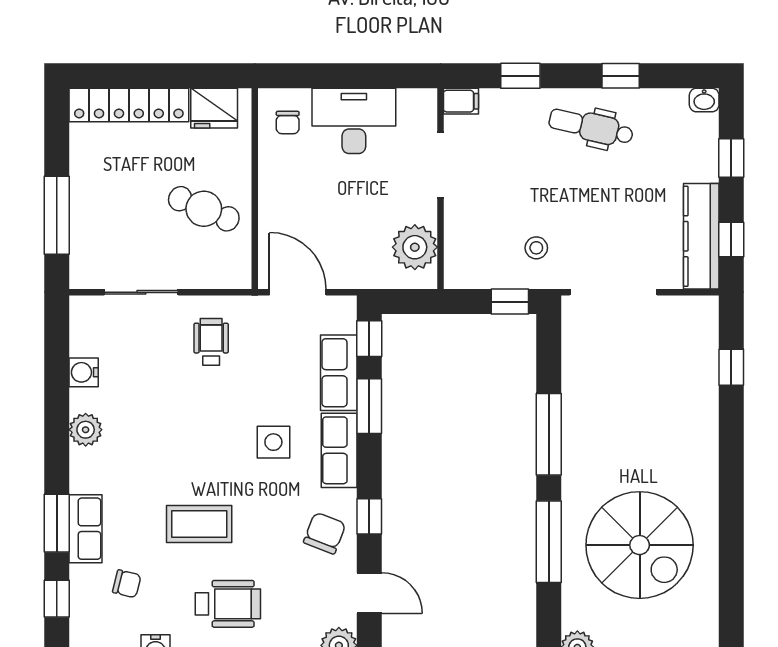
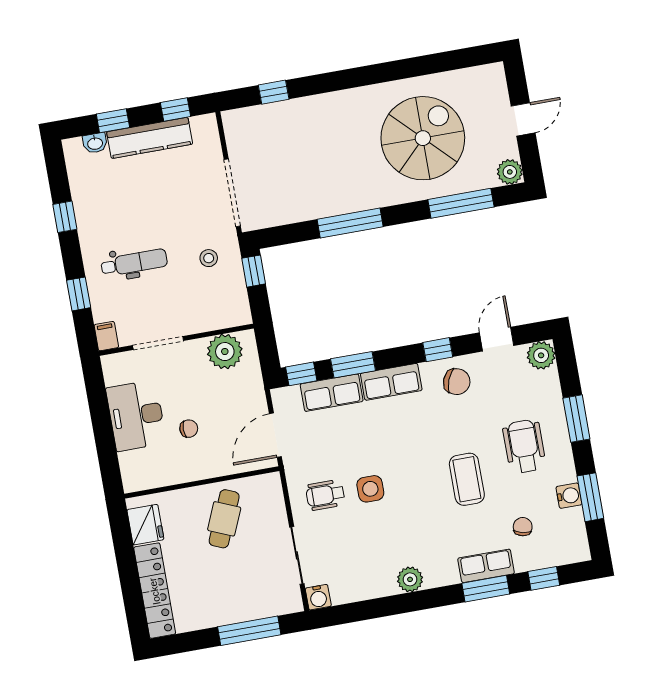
washbasin: (704, 100) -> (95, 143), moved, turned 90
chair: (288, 123) -> (189, 429), moved
dental chair: (591, 127) -> (134, 263), moved, turned -103
kitchen counter: (701, 236) -> (150, 138), moved
water cooler: (84, 372) -> (318, 597), moved
side table: (273, 442) -> (370, 489), moved
chair: (325, 533) -> (457, 382), turned 180
window: (549, 542) -> (461, 203), moved

